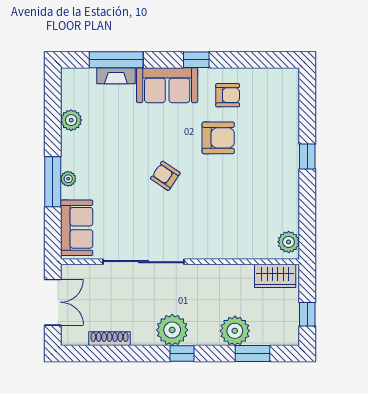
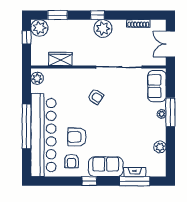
armchair: (228, 95) -> (72, 161), turned -90
bar counter: (277, 141) -> (43, 135), added
window: (307, 157) -> (27, 126), width x3.17
armchair: (165, 176) -> (96, 97), moved
wardrobe: (275, 276) -> (60, 59), moved
plant: (235, 331) -> (39, 28), moved

